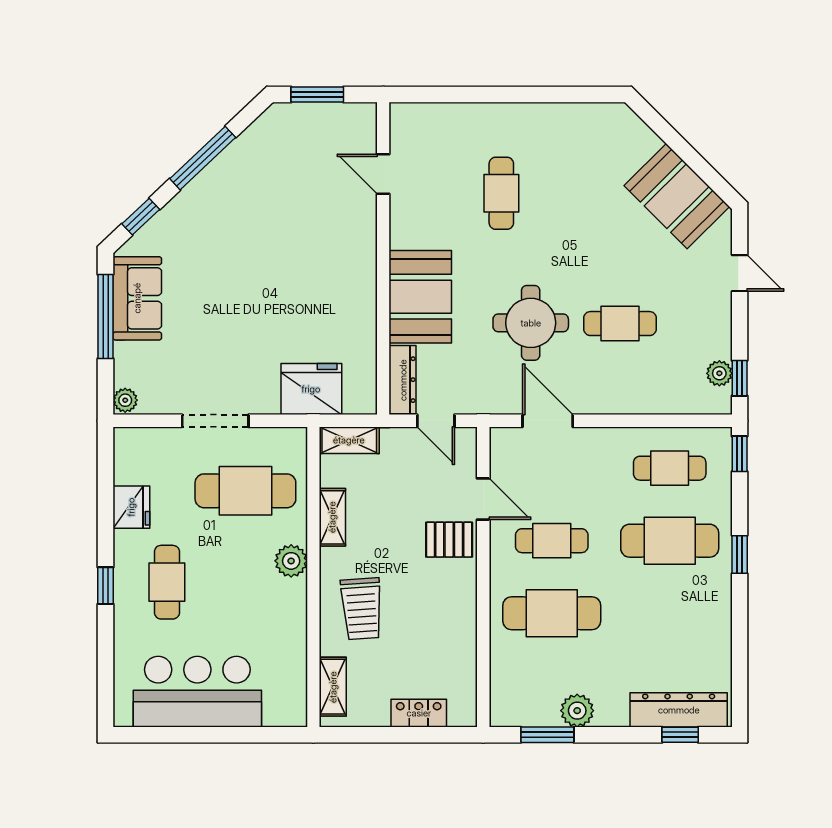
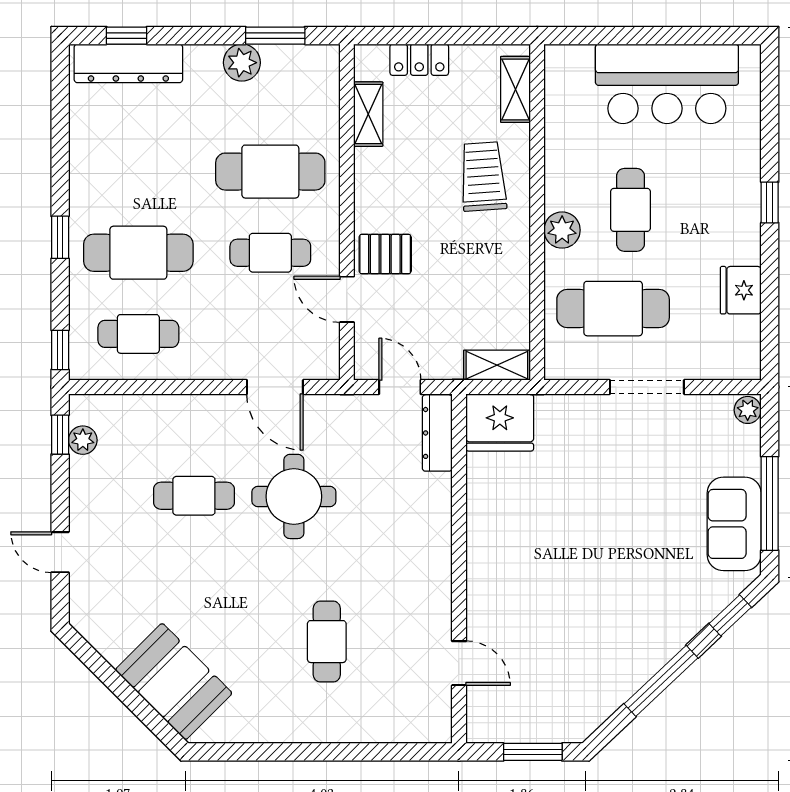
booth: (677, 196) -> (174, 682), moved
booth: (420, 297) -> (417, 526), removed
fridge: (311, 389) -> (500, 422), moved
shelving: (332, 517) -> (368, 114), moved
cafe table: (167, 582) -> (631, 210), moved

